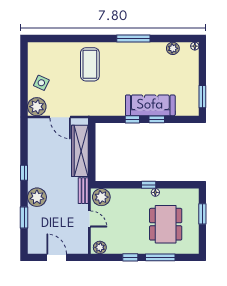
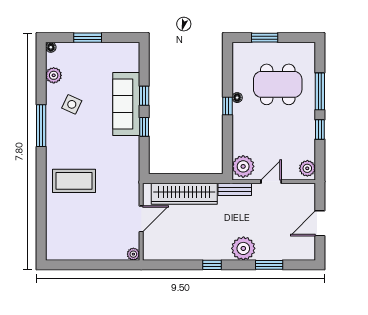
side table: (41, 83) -> (72, 104), moved
window: (202, 97) -> (88, 38), moved
plant: (37, 107) -> (133, 254), width x0.53, depth x0.53

